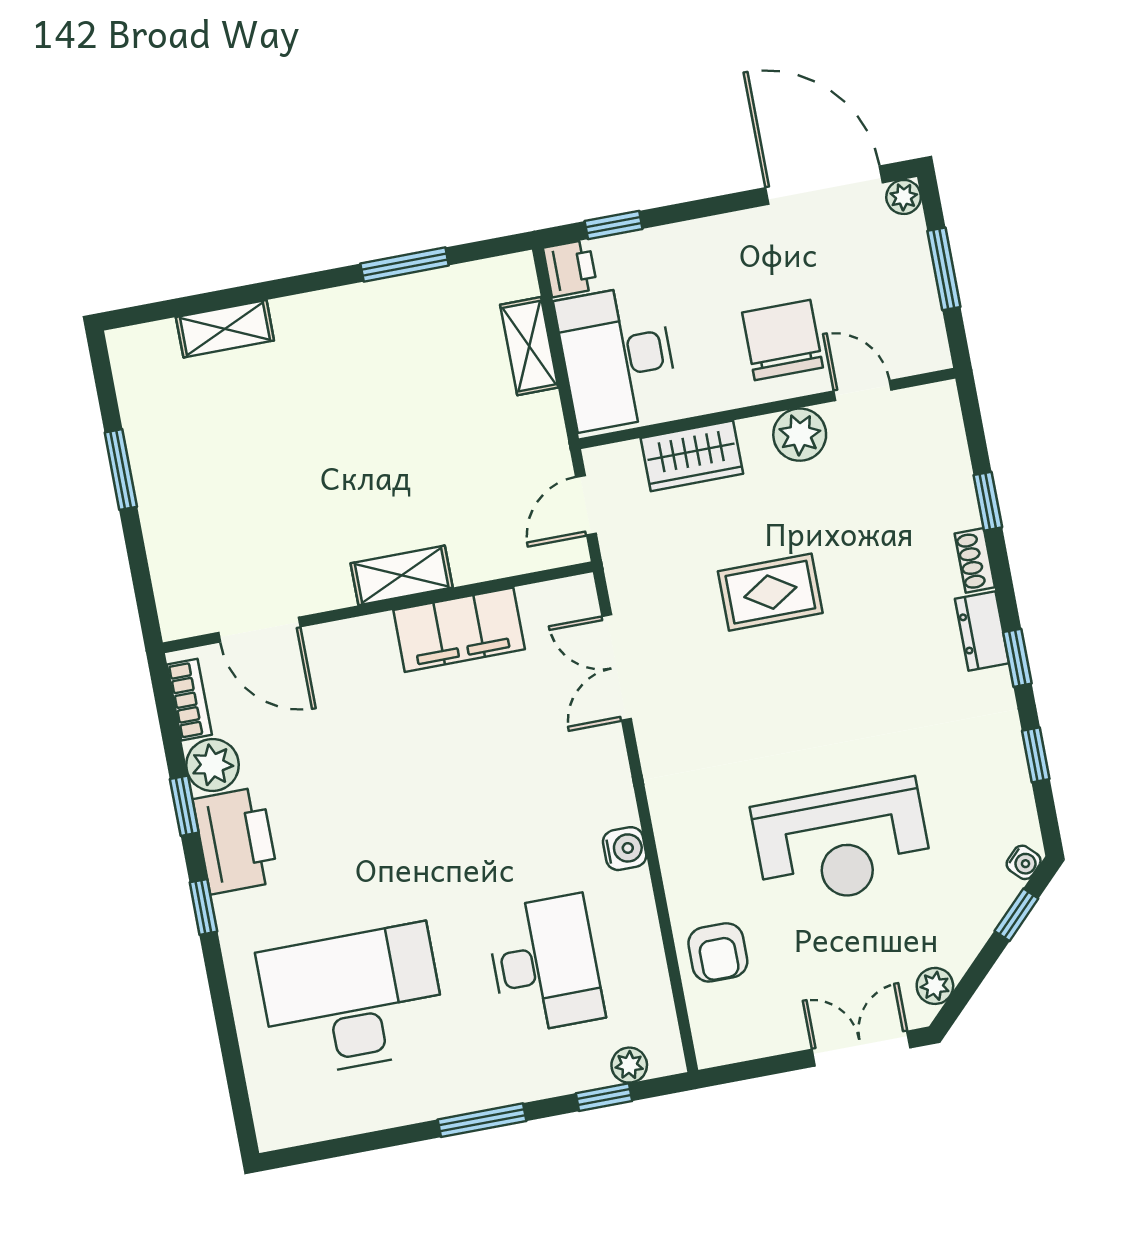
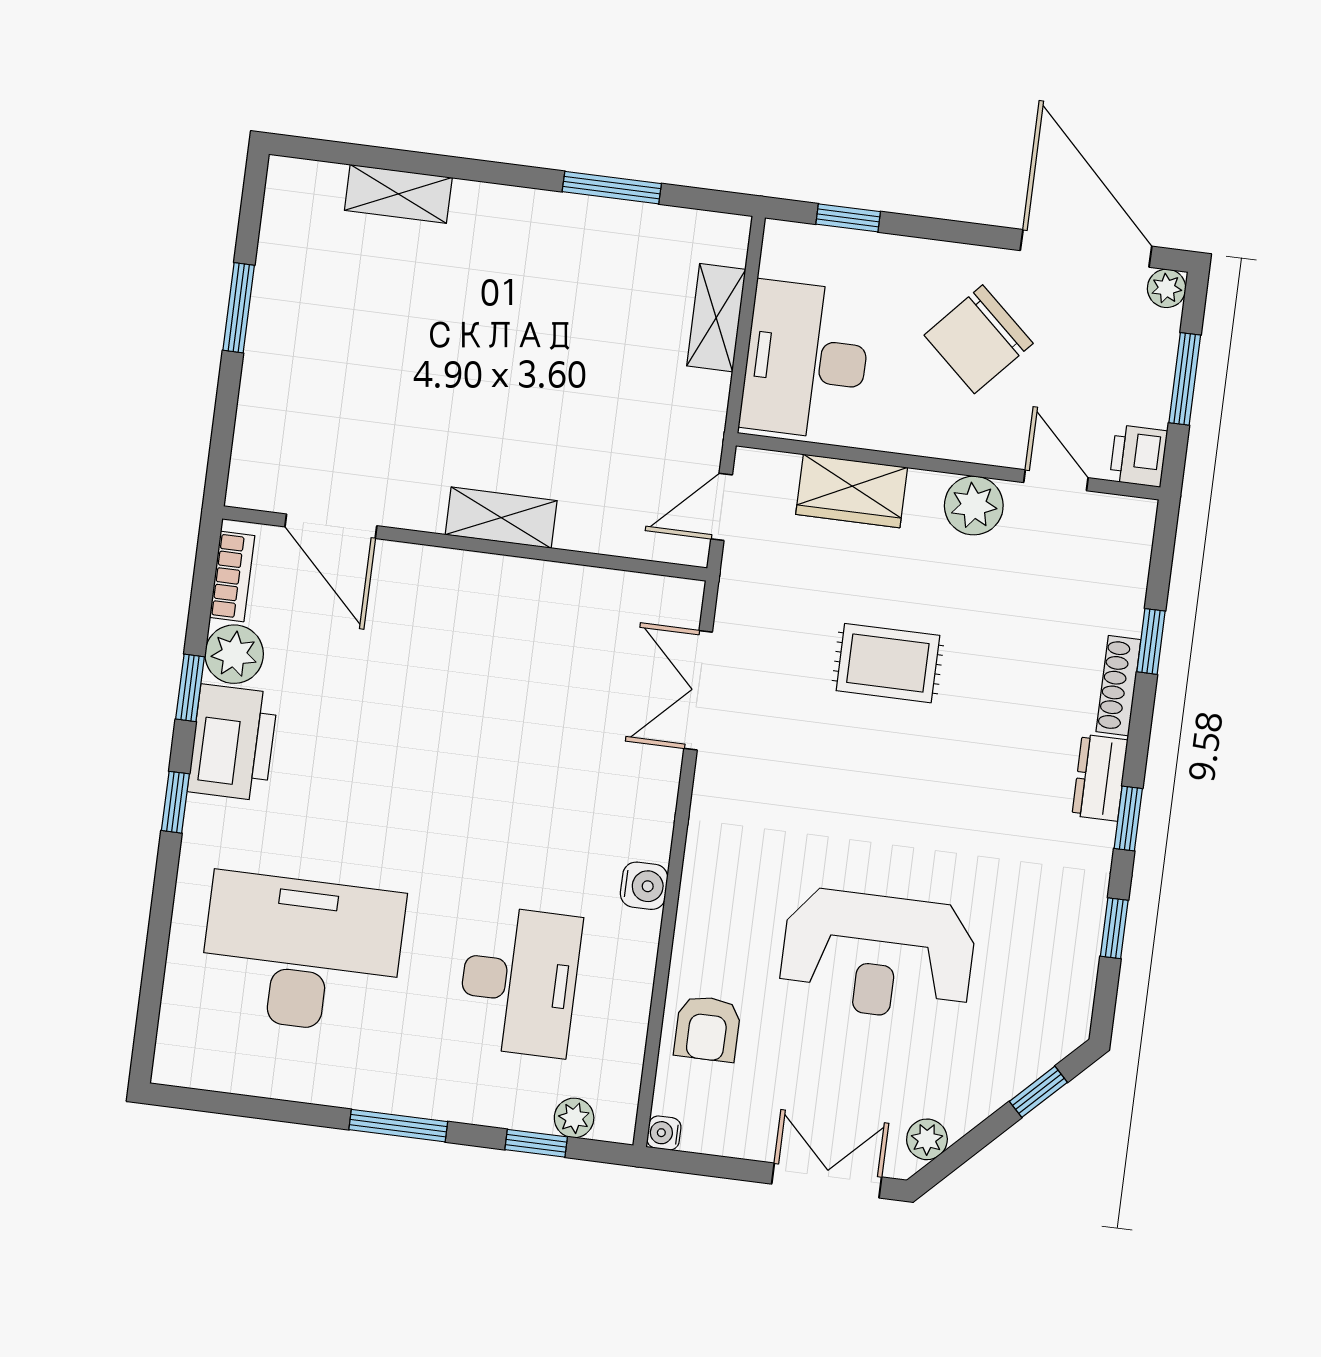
printer: (570, 268) -> (1138, 456), moved, turned 180
chair: (783, 340) -> (979, 339), moved, turned -138
shoe rack: (975, 560) -> (1118, 686), width x1.43
filing cabinet: (459, 630) -> (543, 595), removed
water cooler: (1024, 862) -> (664, 1133), moved, turned 135

